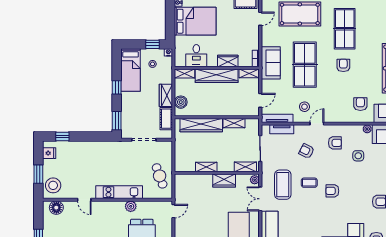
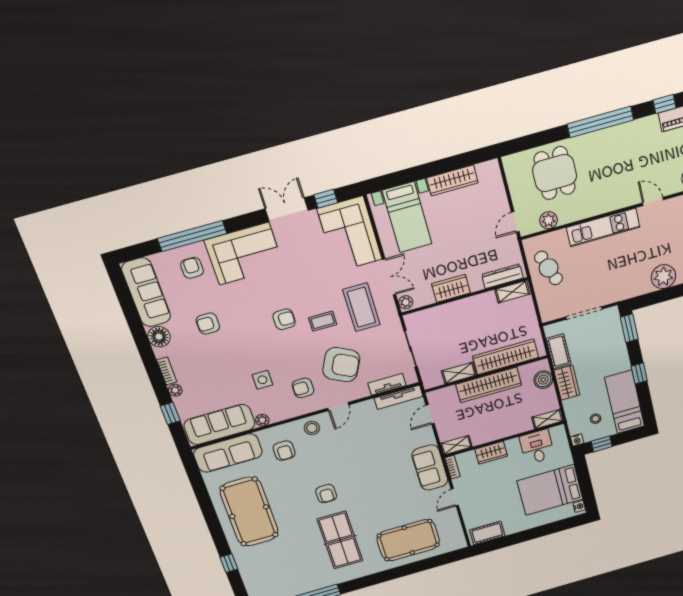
door: (260, 19) -> (455, 497), moved
table tennis table: (305, 65) -> (381, 479), removed
wardrobe: (217, 76) -> (489, 385), moved, turned 180
stool: (304, 107) -> (312, 428), moved
plant: (87, 149) -> (663, 277), added
armchair: (306, 151) -> (341, 365), width x1.88, depth x1.88
shelving: (206, 167) -> (512, 292), moved
shelving: (245, 167) -> (425, 317), removed
dresser: (190, 179) -> (502, 276), added
plant: (131, 206) -> (549, 220), moved

